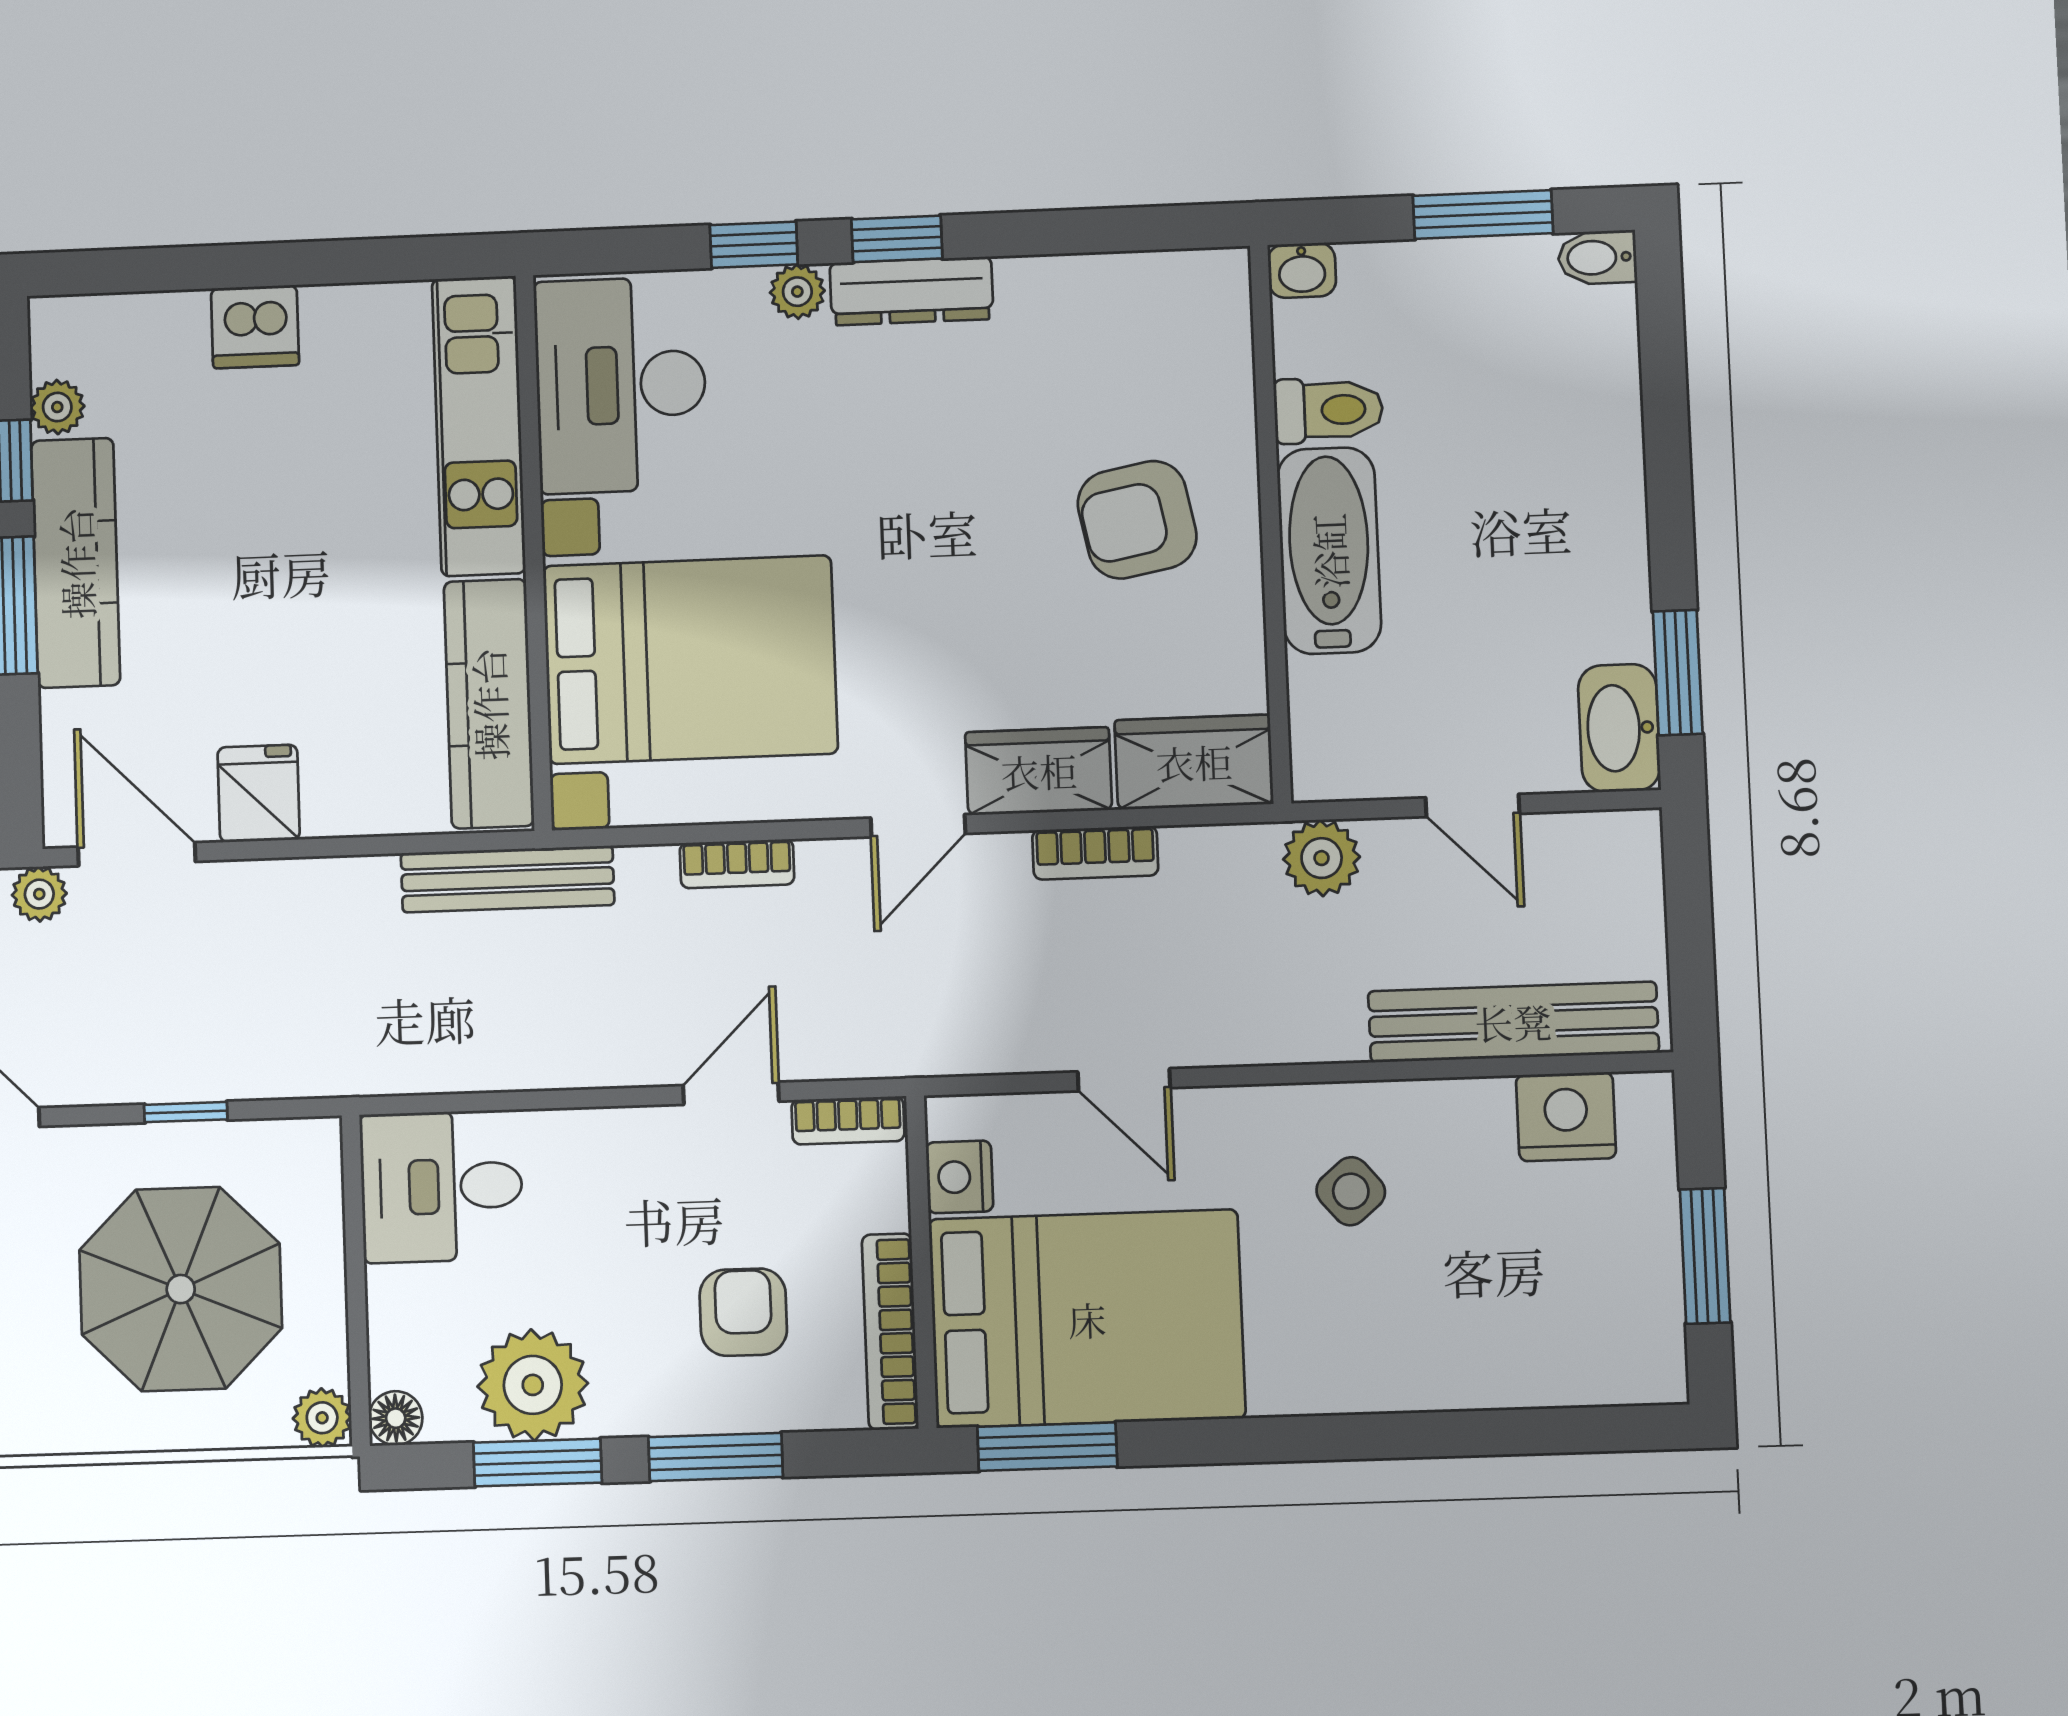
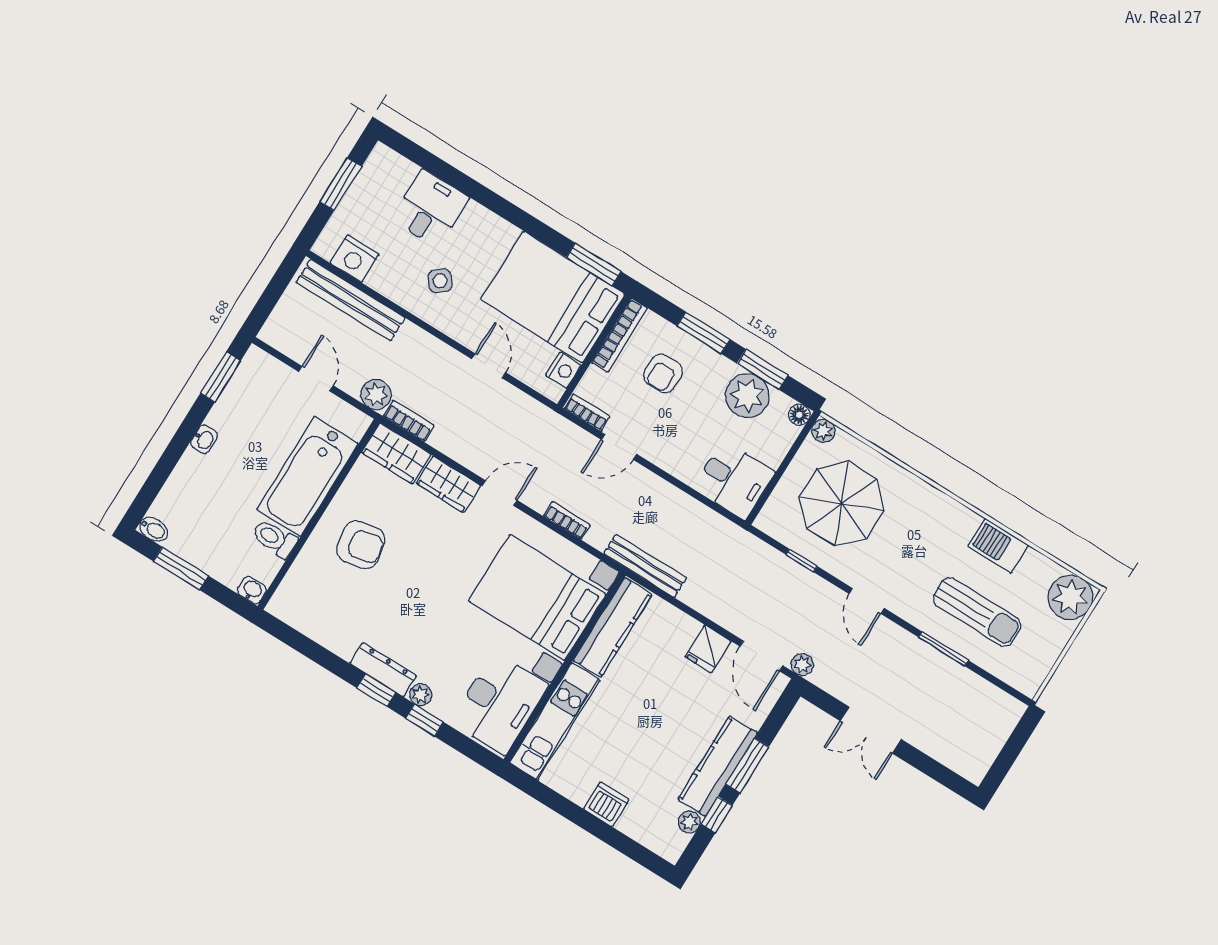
bathtub: (1329, 551) -> (307, 476), width x1.36, depth x1.36
washbasin: (1619, 728) -> (204, 439), moved, width x0.52, depth x0.69
bookcase: (1095, 853) -> (409, 421), moved
desk: (1477, 1332) -> (430, 209), added

